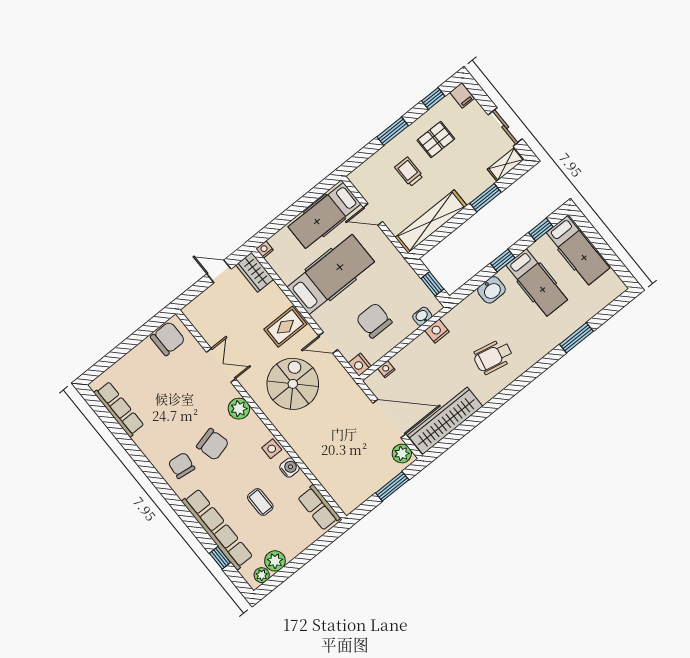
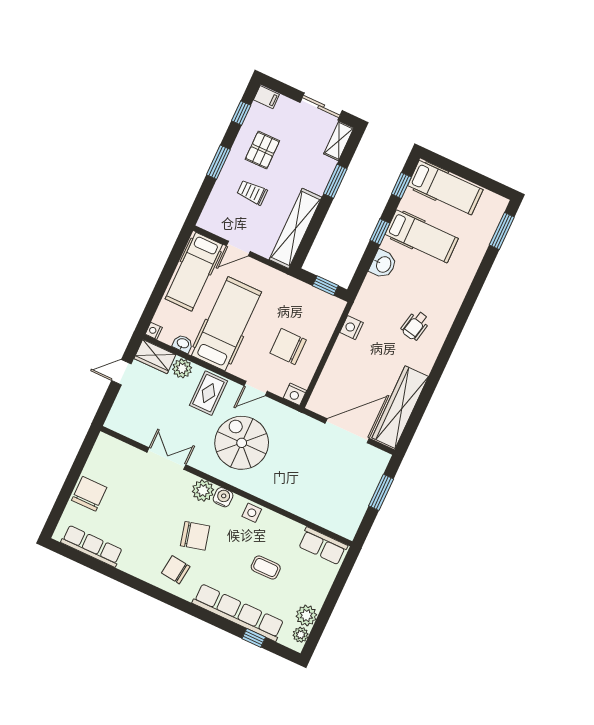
washbasin: (422, 316) -> (183, 344), moved, turned 90
window: (576, 338) -> (502, 231), moved
chair: (168, 339) -> (89, 494), moved
wheelchair: (493, 357) -> (415, 325), width x0.73, depth x0.73
nightstand: (386, 369) -> (322, 386), removed
plant: (402, 454) -> (182, 368), moved
water cooler: (289, 468) -> (223, 497), moved

